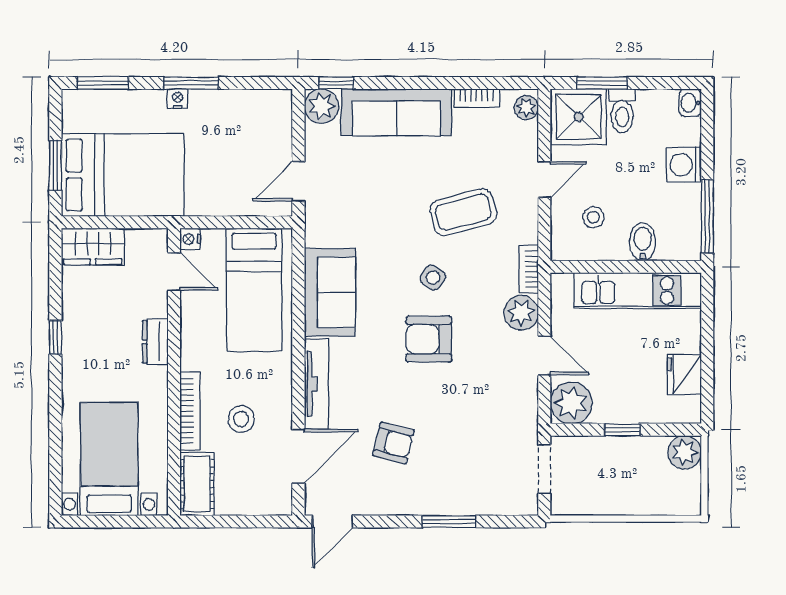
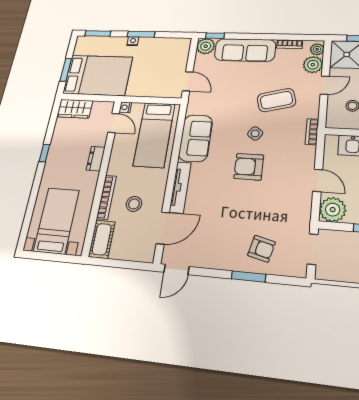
door: (298, 181) -> (188, 81), swing flipped
plant: (521, 313) -> (313, 65), moved
armchair: (394, 443) -> (262, 249), moved

